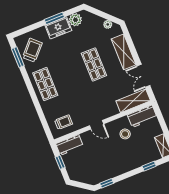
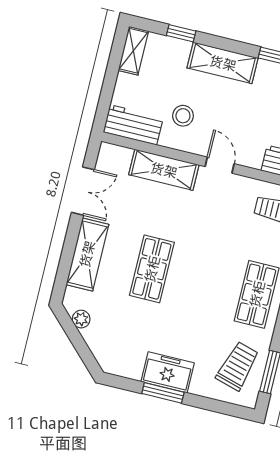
plant: (75, 20) -> (130, 366), removed
trolley: (32, 50) -> (238, 366), turned 153
shelving: (133, 101) -> (164, 170), moved
shelving: (124, 166) -> (223, 63), added

